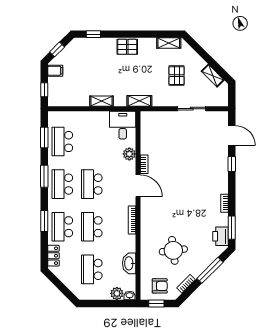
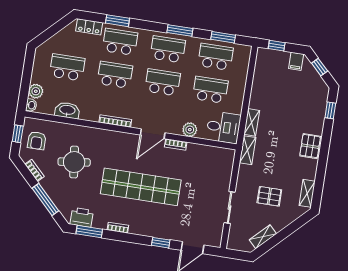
shelving: (101, 101) -> (252, 122), moved
school desk: (92, 142) -> (210, 90), added
shop shelf: (186, 189) -> (141, 187), added
window: (44, 221) -> (117, 21), moved

